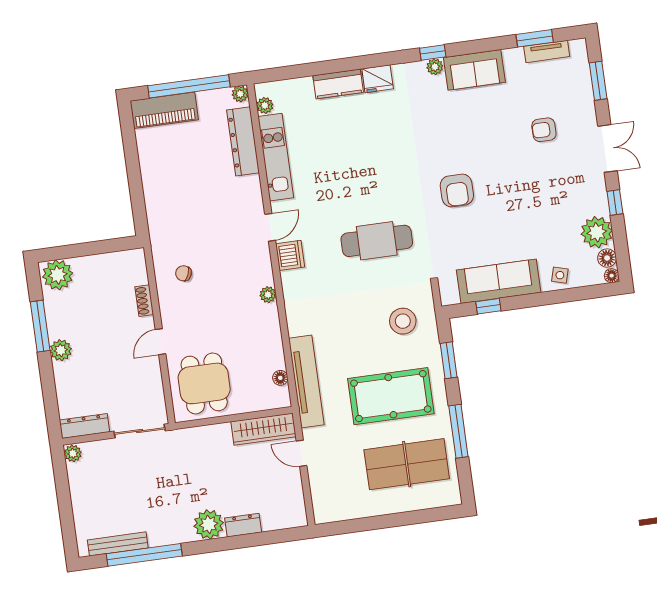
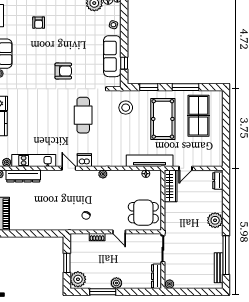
window: (86, 249) -> (67, 263), added
dresser: (243, 525) -> (218, 181), moved

